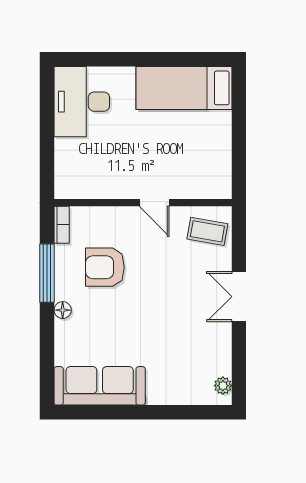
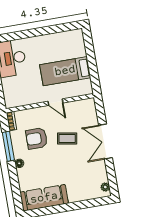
bed: (184, 88) -> (65, 71), moved
coffee table: (207, 231) -> (67, 138), moved
double door: (239, 297) -> (106, 141), width x1.37

